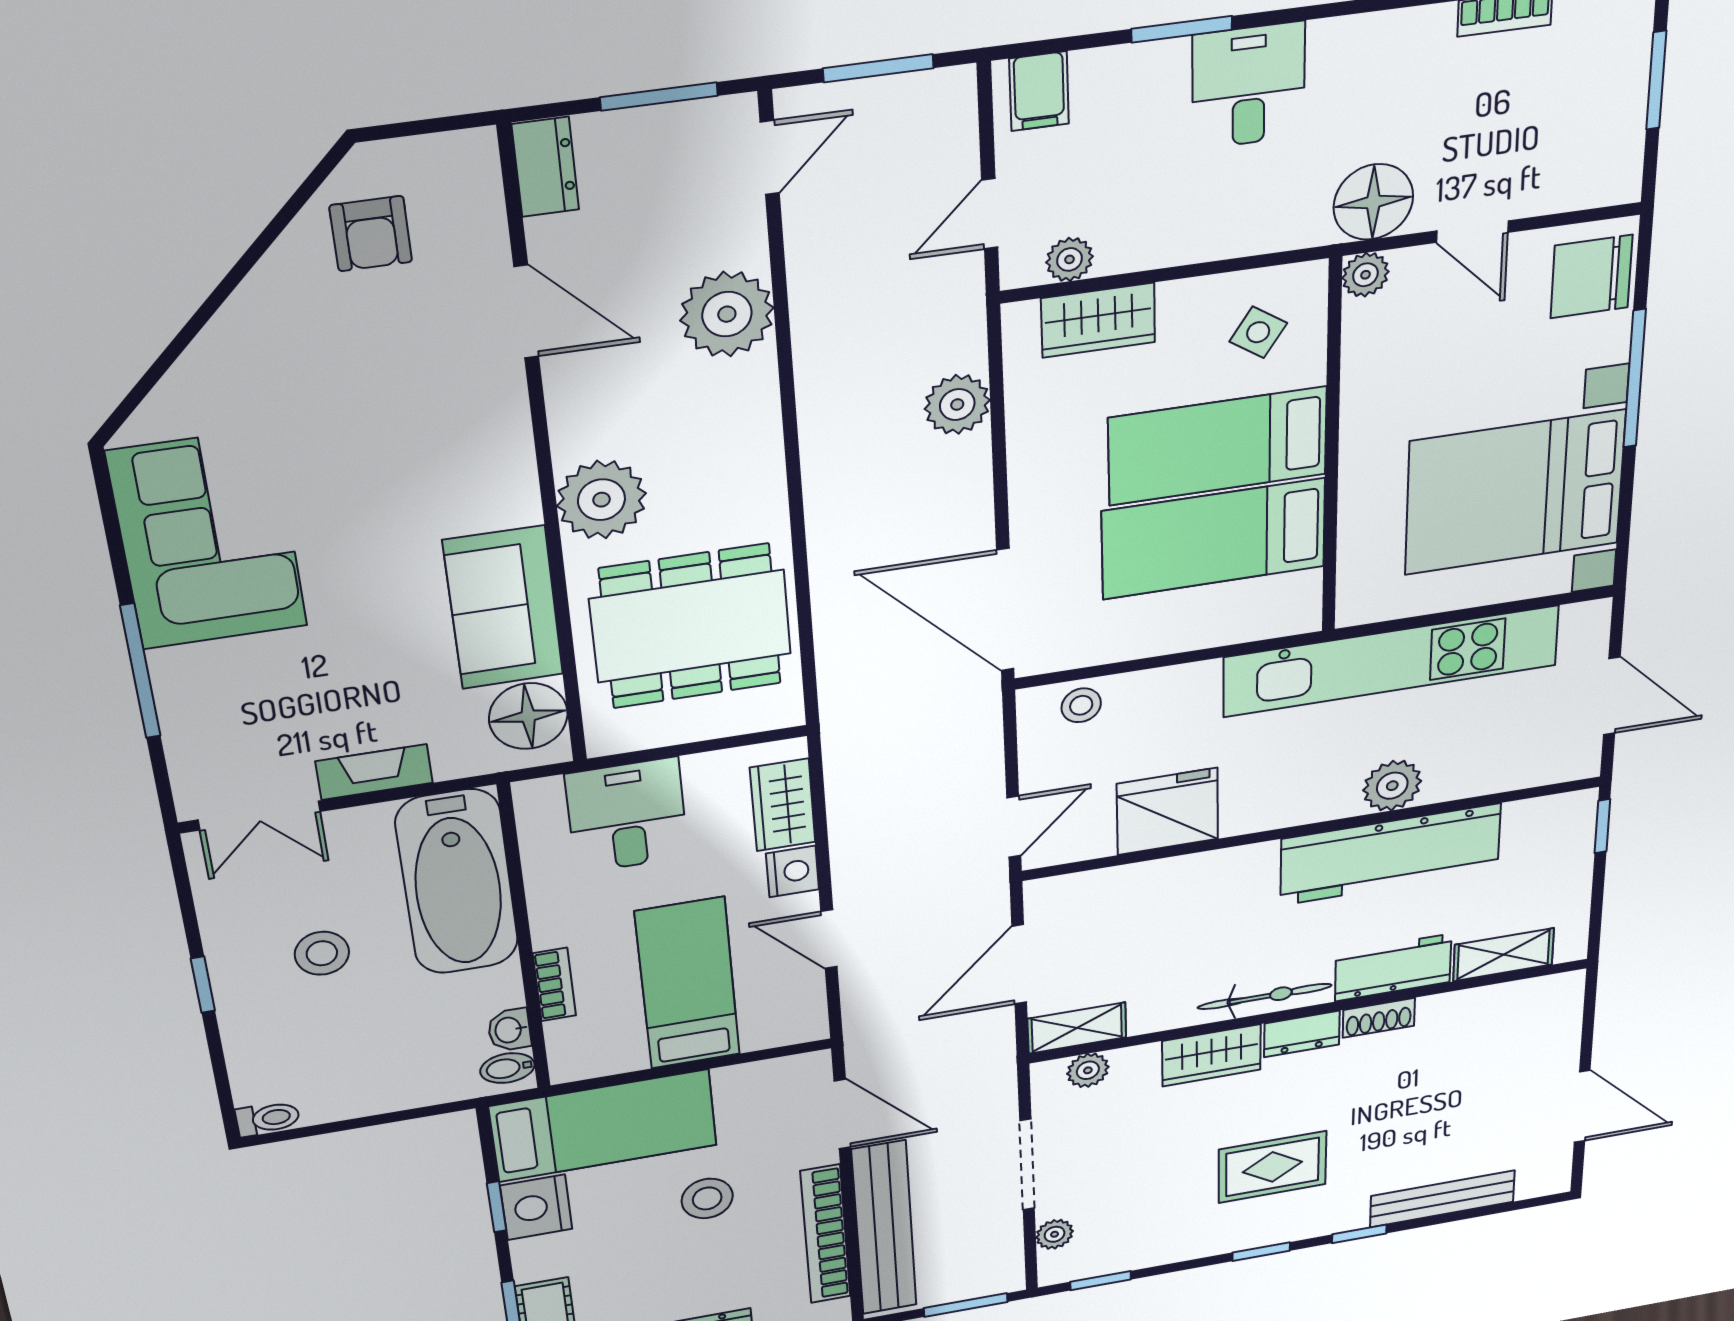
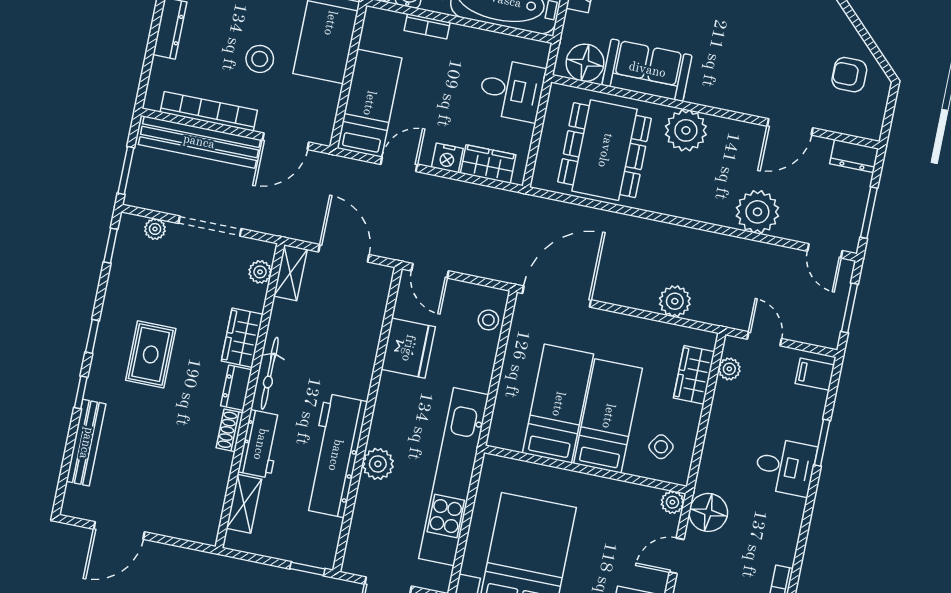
bed: (688, 984) -> (369, 103), moved, turned -90

